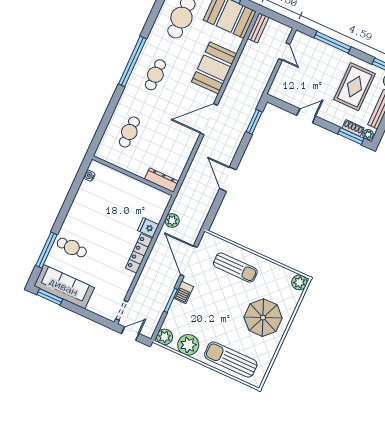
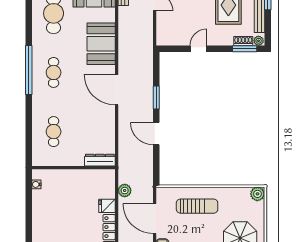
door: (209, 119) -> (117, 90), hinge flipped
window: (254, 122) -> (156, 97), moved

